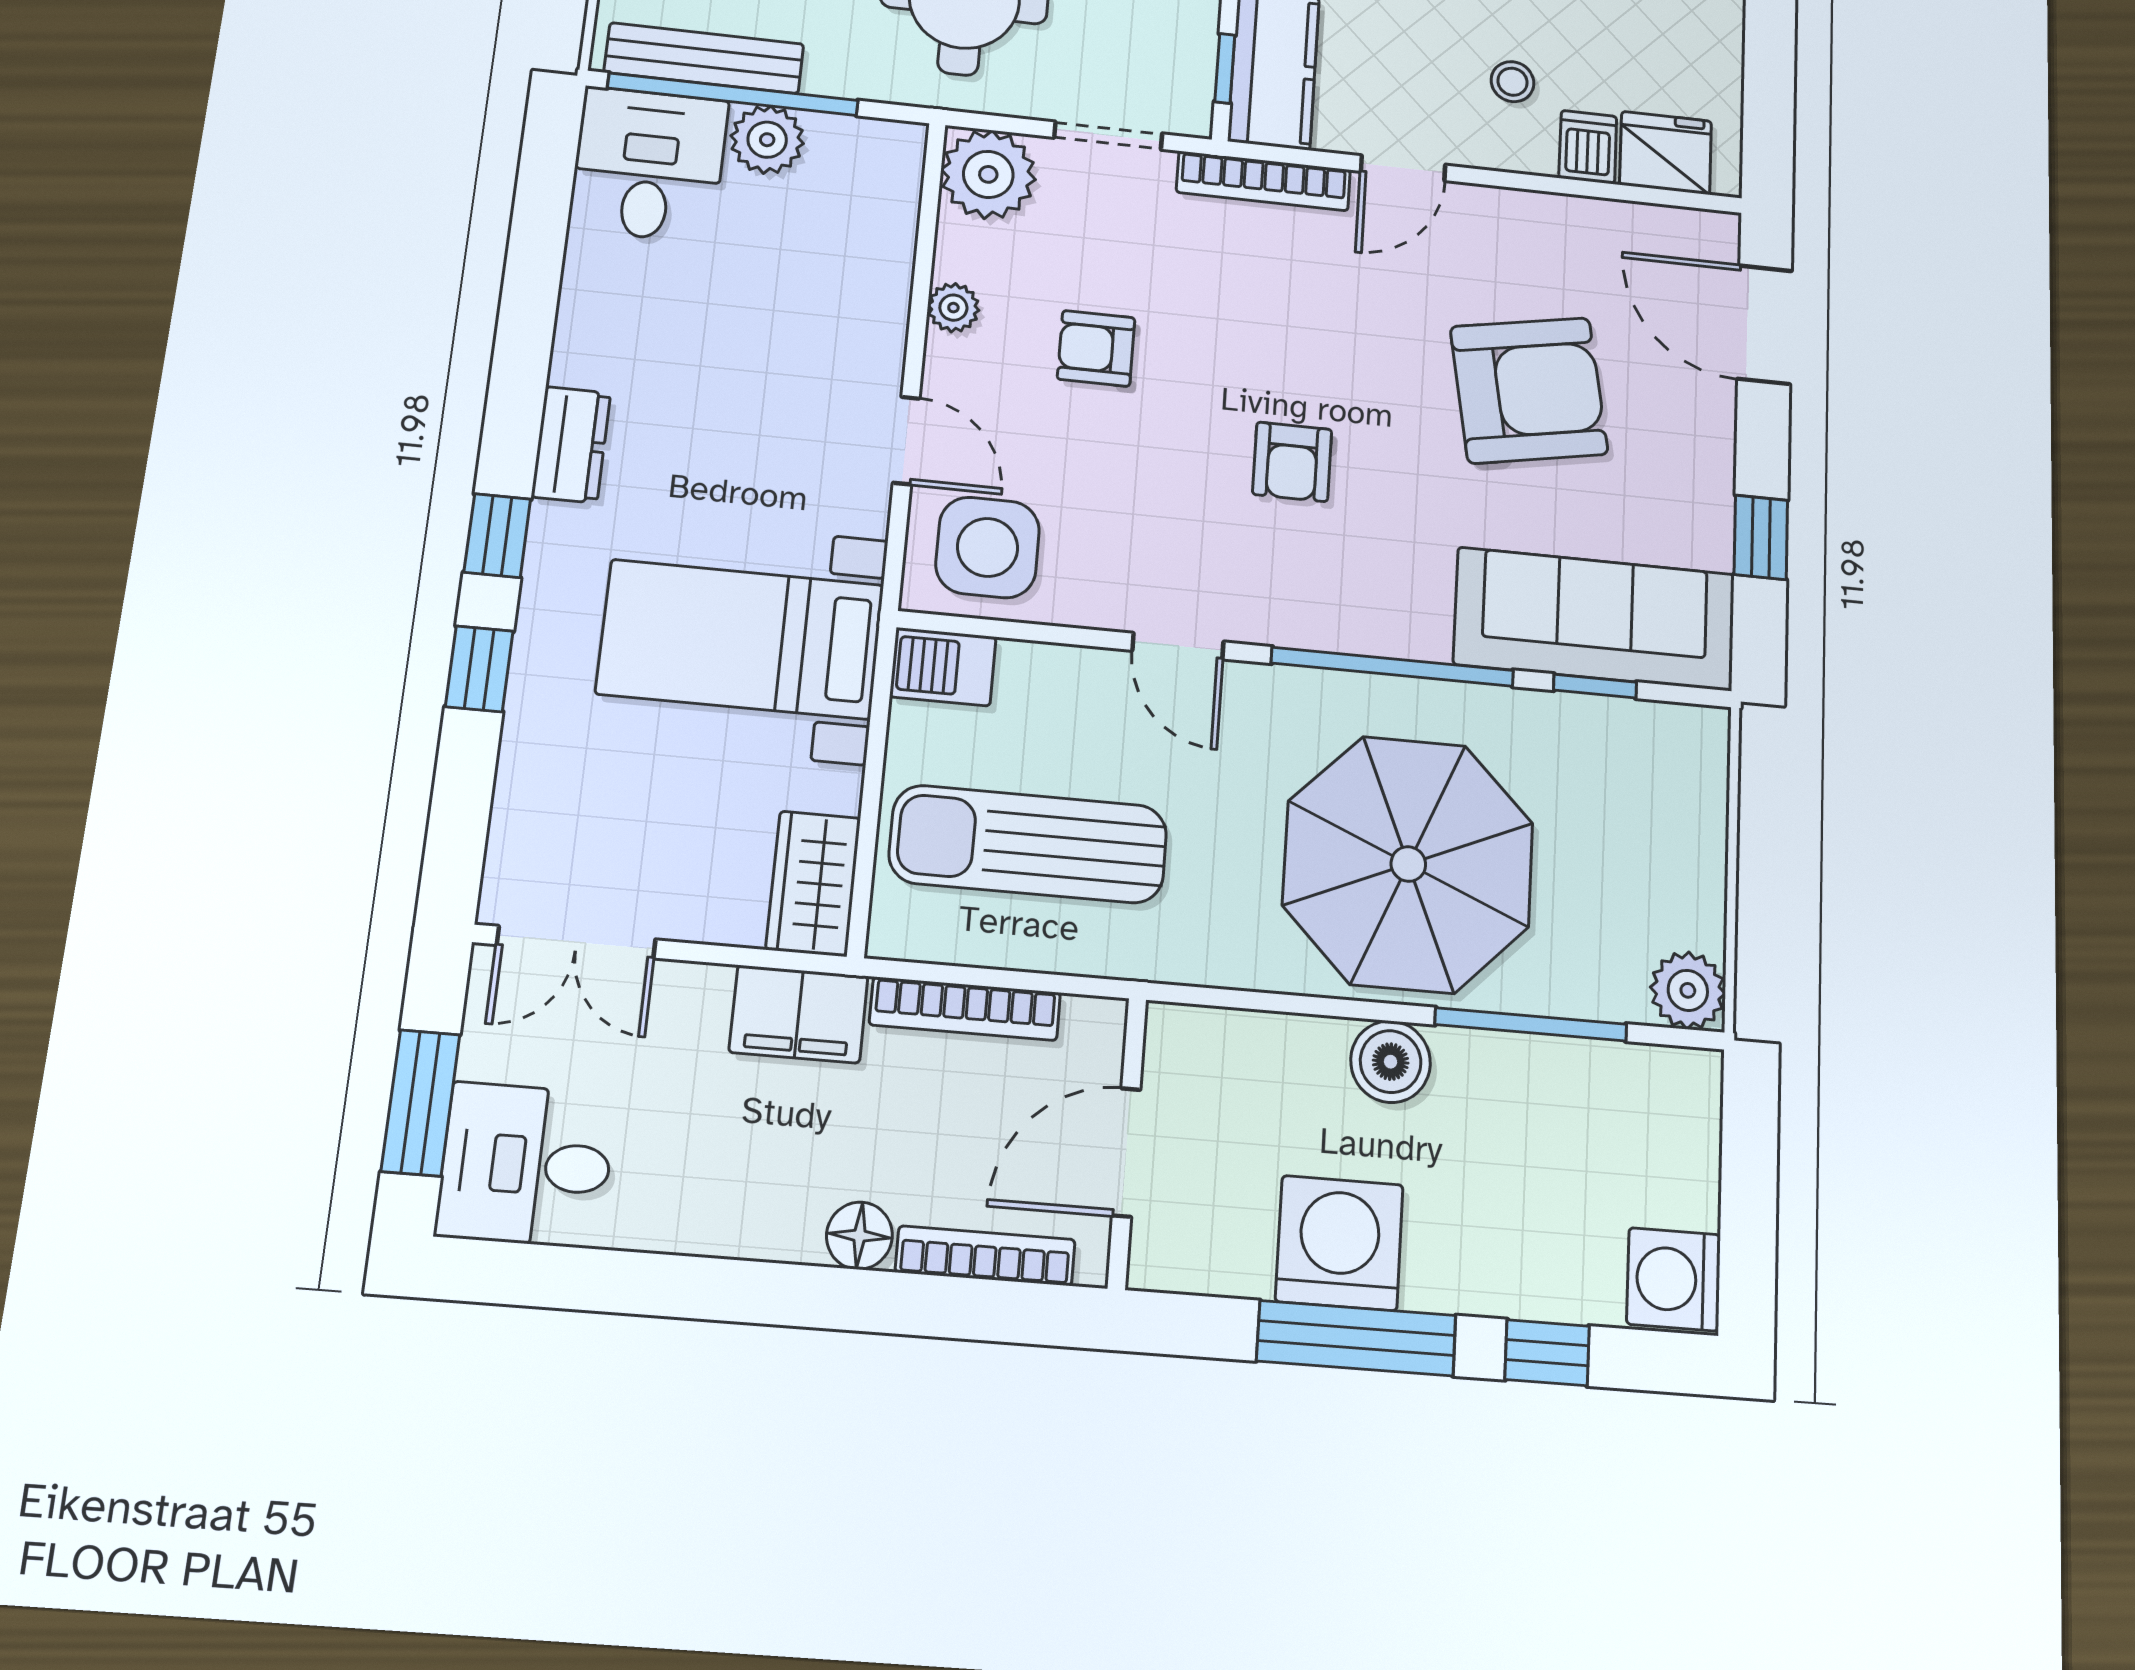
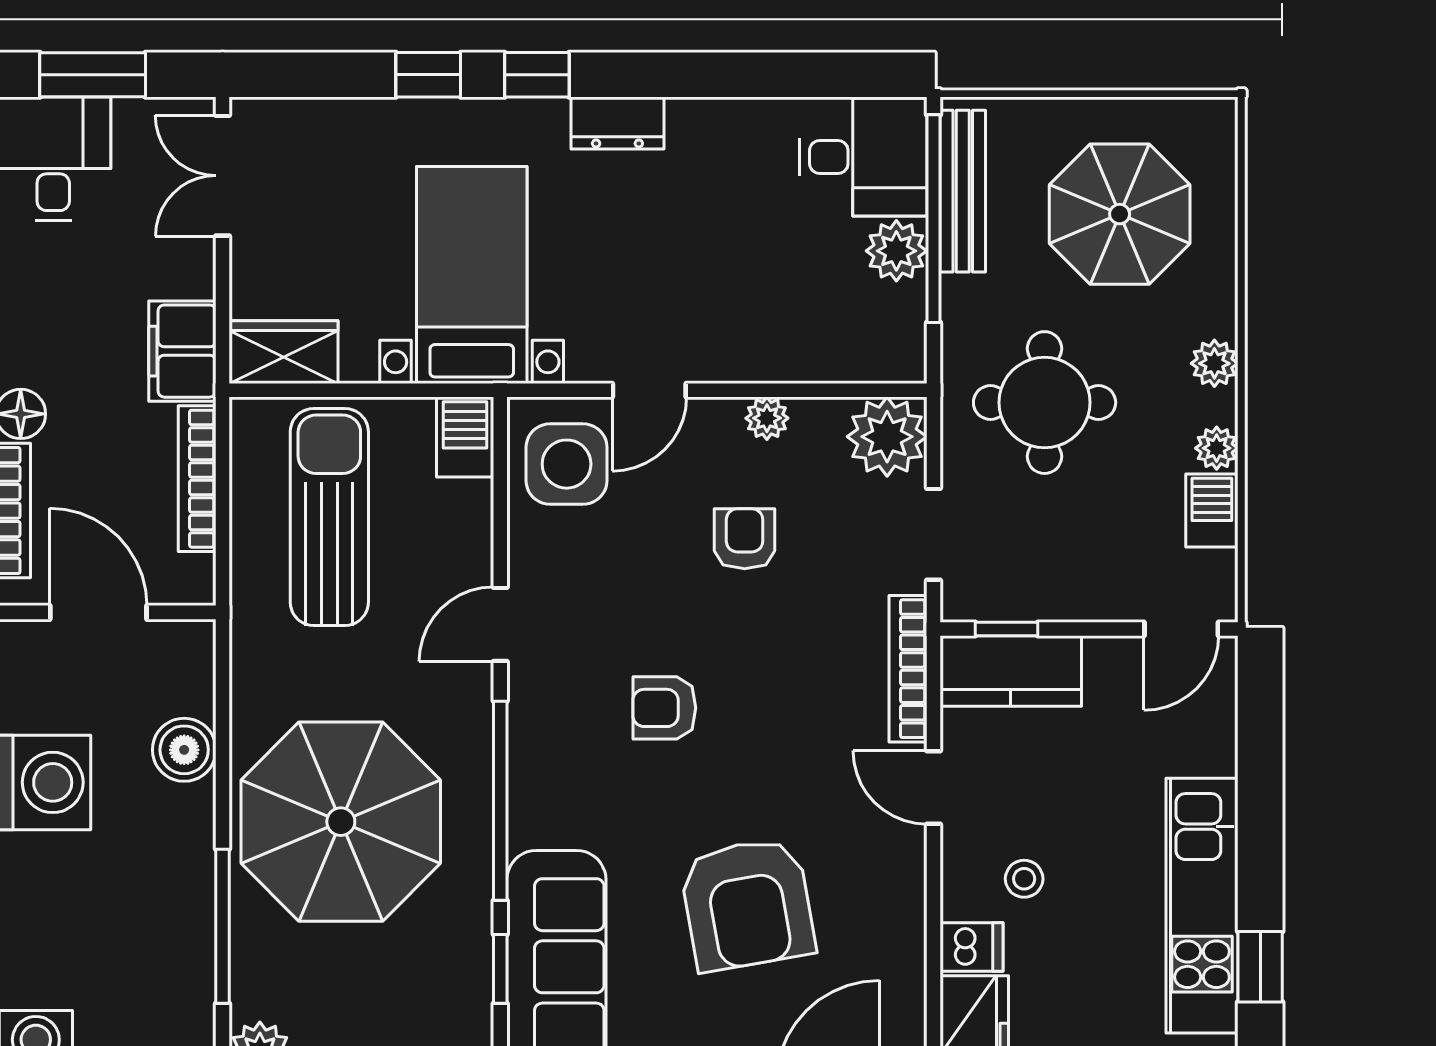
boiler: (1391, 1062) -> (184, 750), moved

